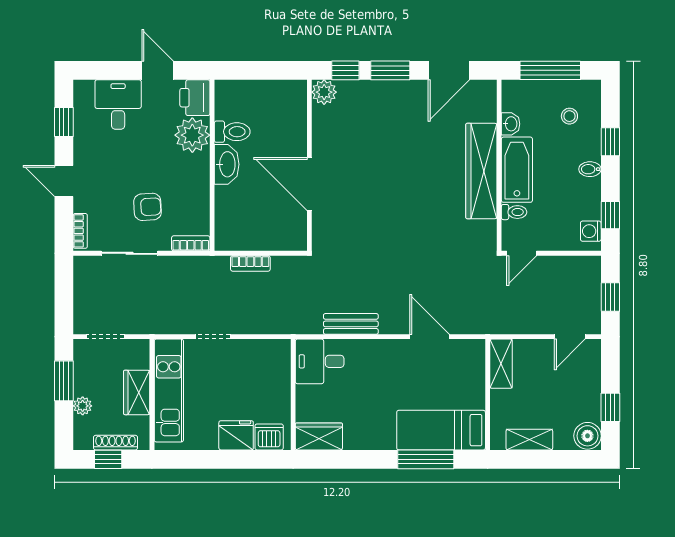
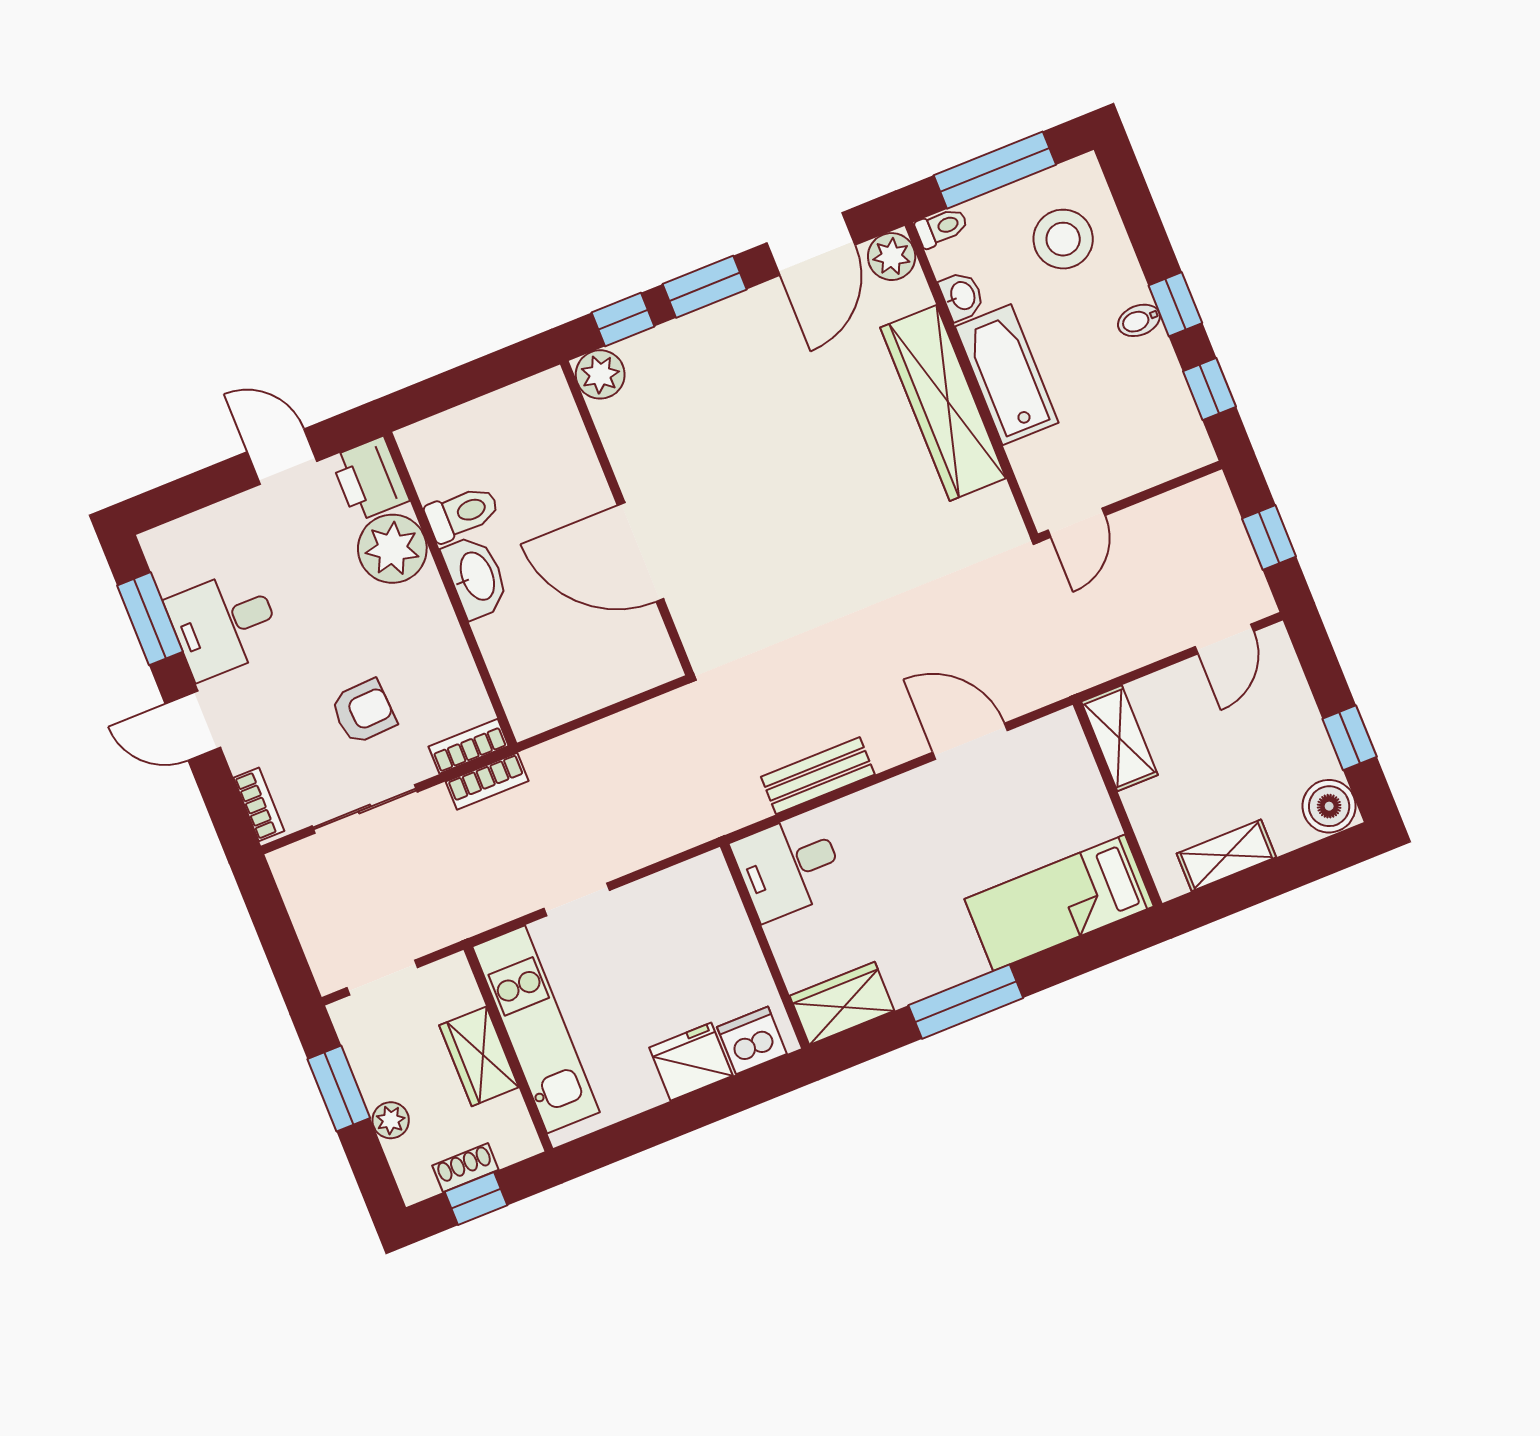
plant: (485, 92) -> (892, 257), added
desk: (118, 105) -> (224, 624), moved, turned -90
stool: (569, 116) -> (1063, 239), width x1.89, depth x1.89
window: (64, 122) -> (150, 619), width x1.50
window: (610, 142) -> (1175, 304), moved
toilet: (514, 212) -> (942, 227), moved
washing machine: (591, 231) -> (1186, 432), removed
bookcase: (250, 263) -> (487, 781), moved
shoe rack: (116, 443) -> (465, 1168), width x0.70
window: (426, 459) -> (966, 1002), moved

